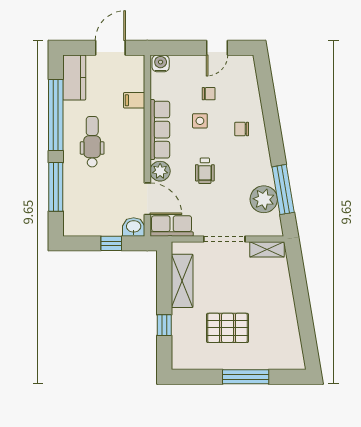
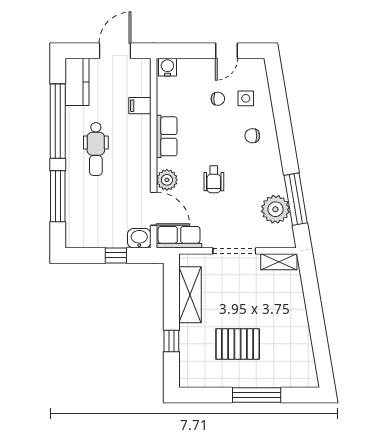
side table: (200, 121) -> (246, 98), moved
row of seats: (160, 130) -> (167, 136), width x0.68
dental chair: (92, 142) -> (96, 149), turned 180

